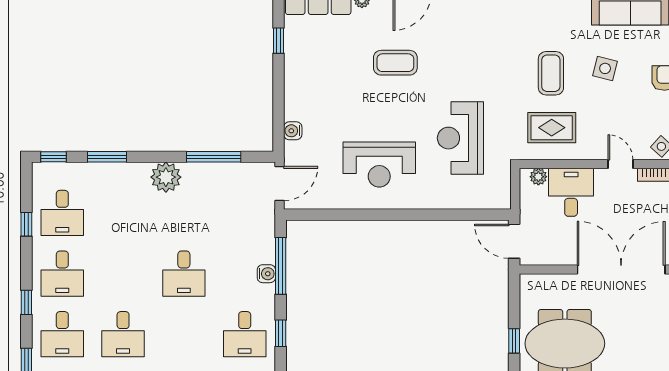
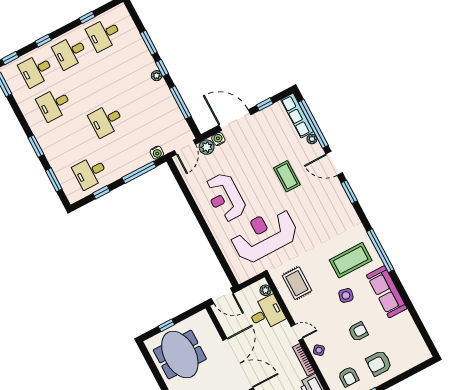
coffee table: (551, 73) -> (351, 260), moved, width x1.36, depth x1.32
door: (279, 94) -> (235, 120), added
reception desk: (460, 138) -> (264, 235), width x1.36, depth x1.30
plant: (295, 153) -> (207, 147), added
window: (54, 157) -> (162, 68), moved
door: (620, 164) -> (297, 332), hinge flipped
plant: (166, 177) -> (157, 76), width x0.53, depth x0.53
door: (280, 184) -> (185, 147), hinge flipped
door: (514, 241) -> (222, 296), swing flipped
water cooler: (266, 274) -> (157, 153), moved

